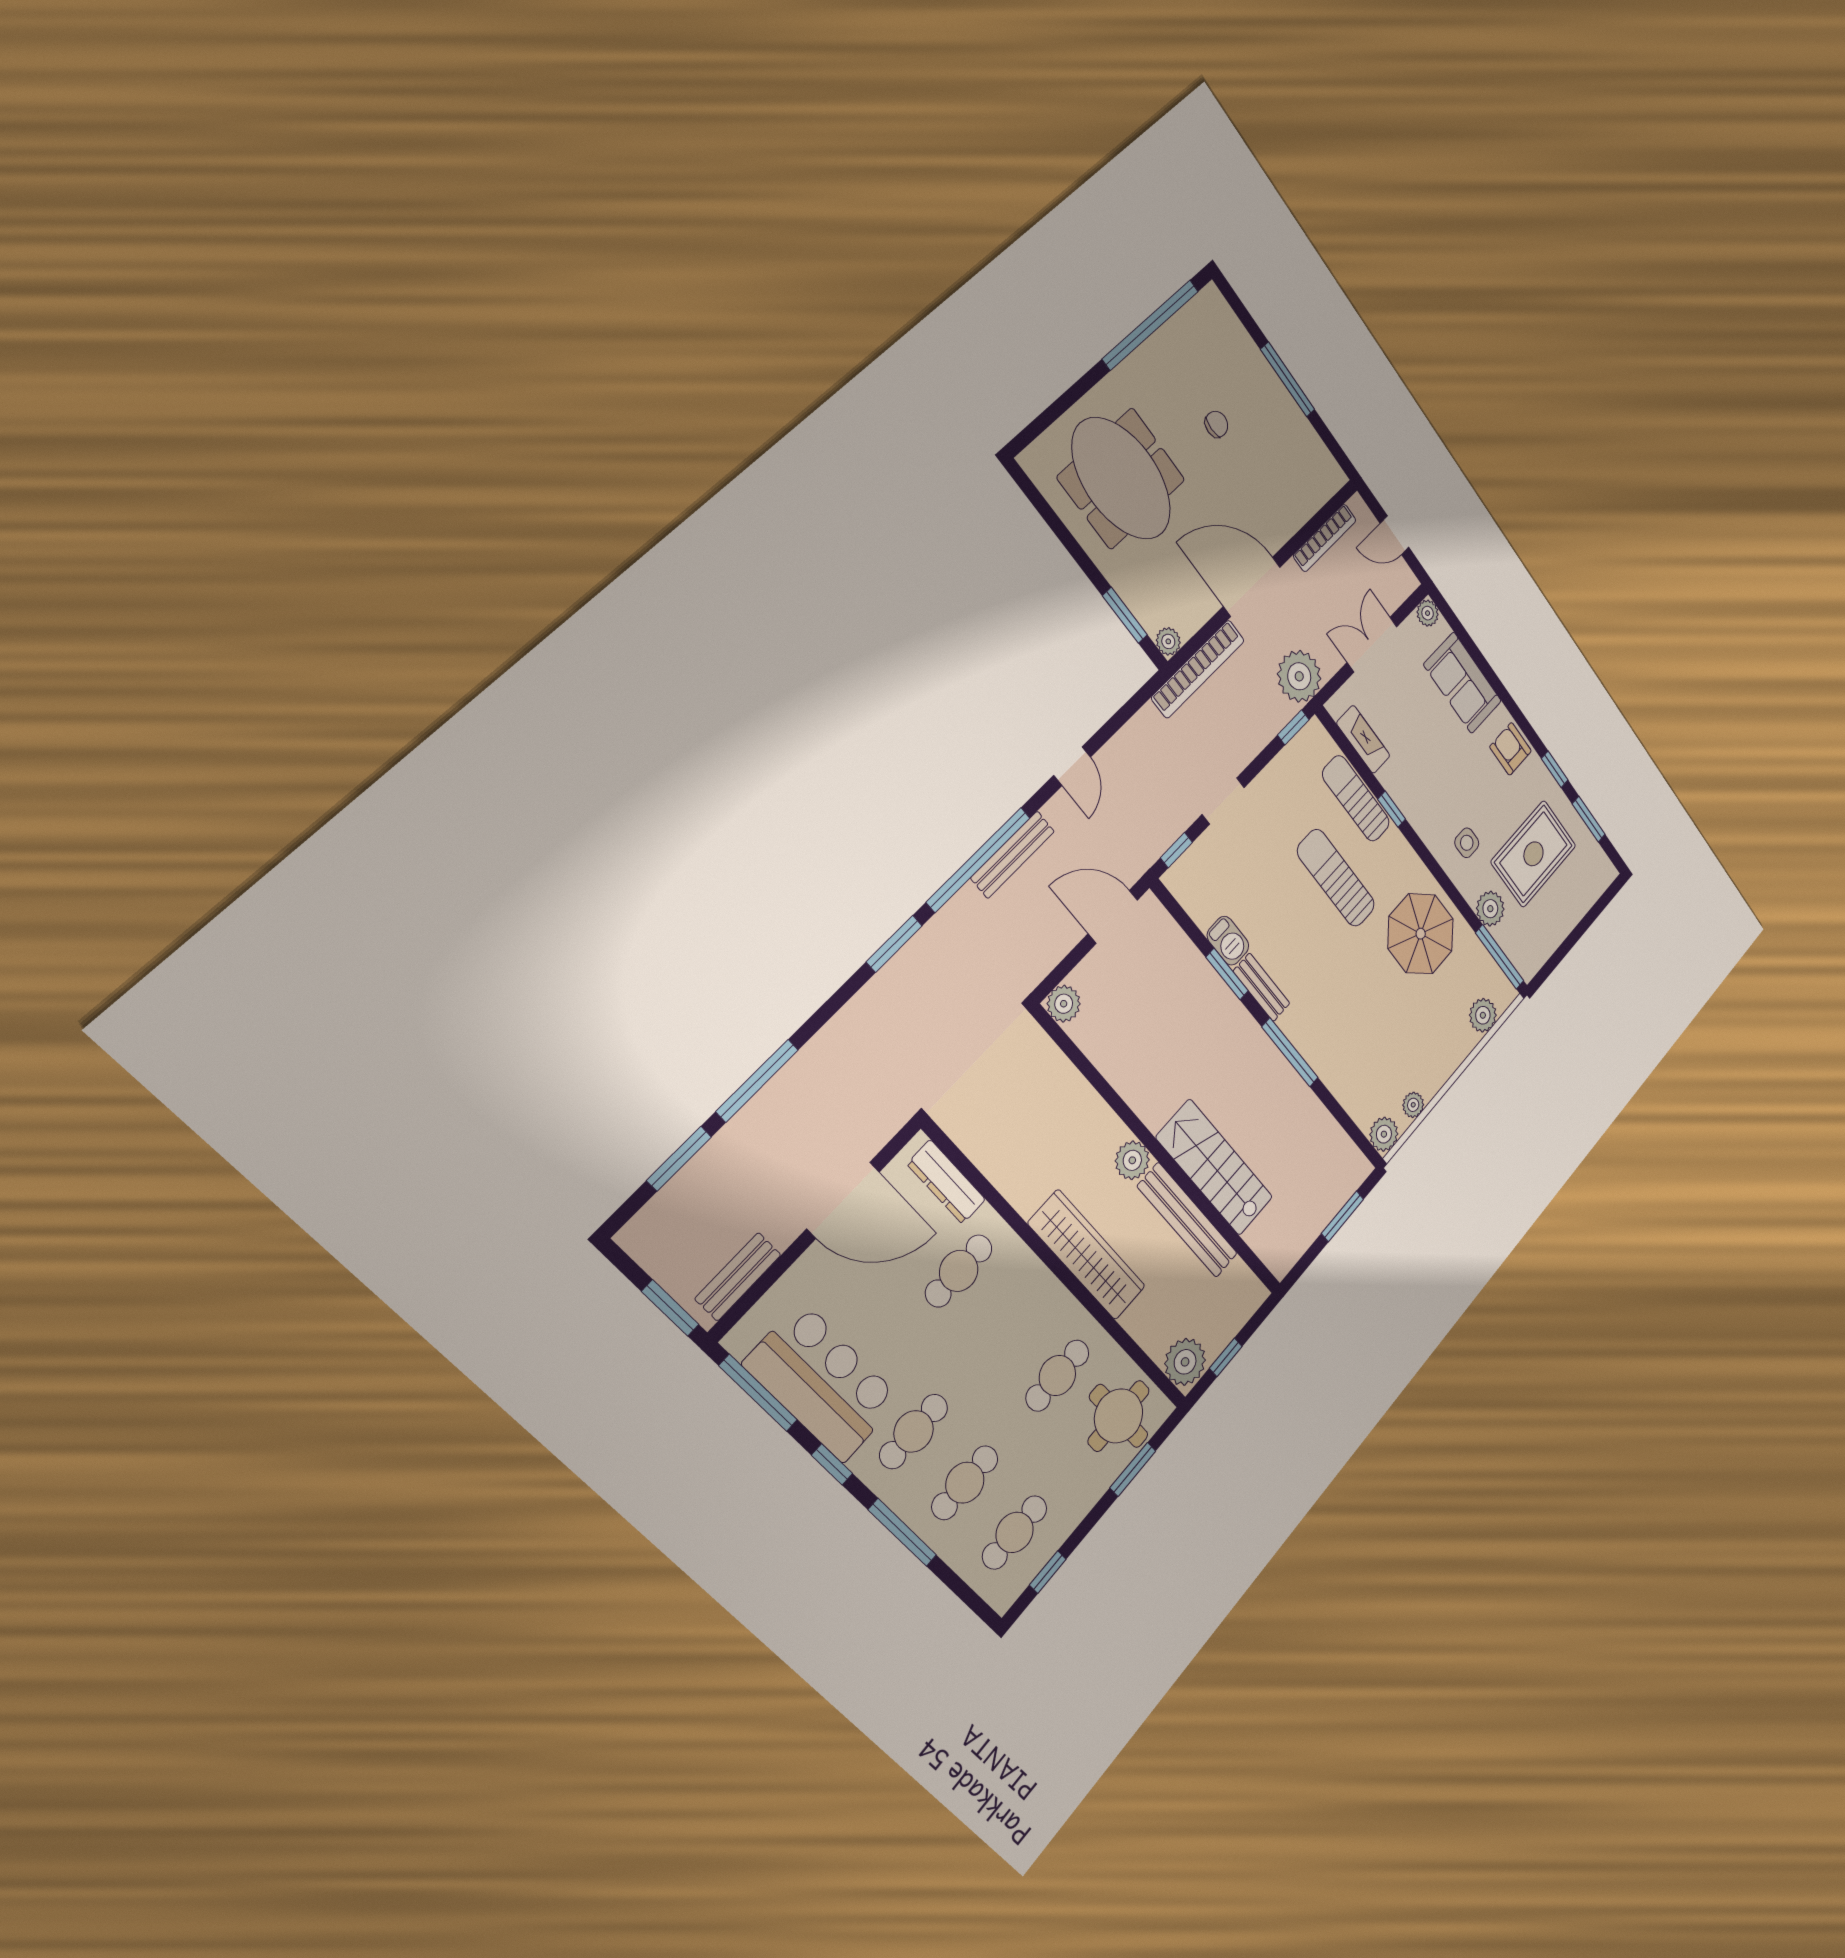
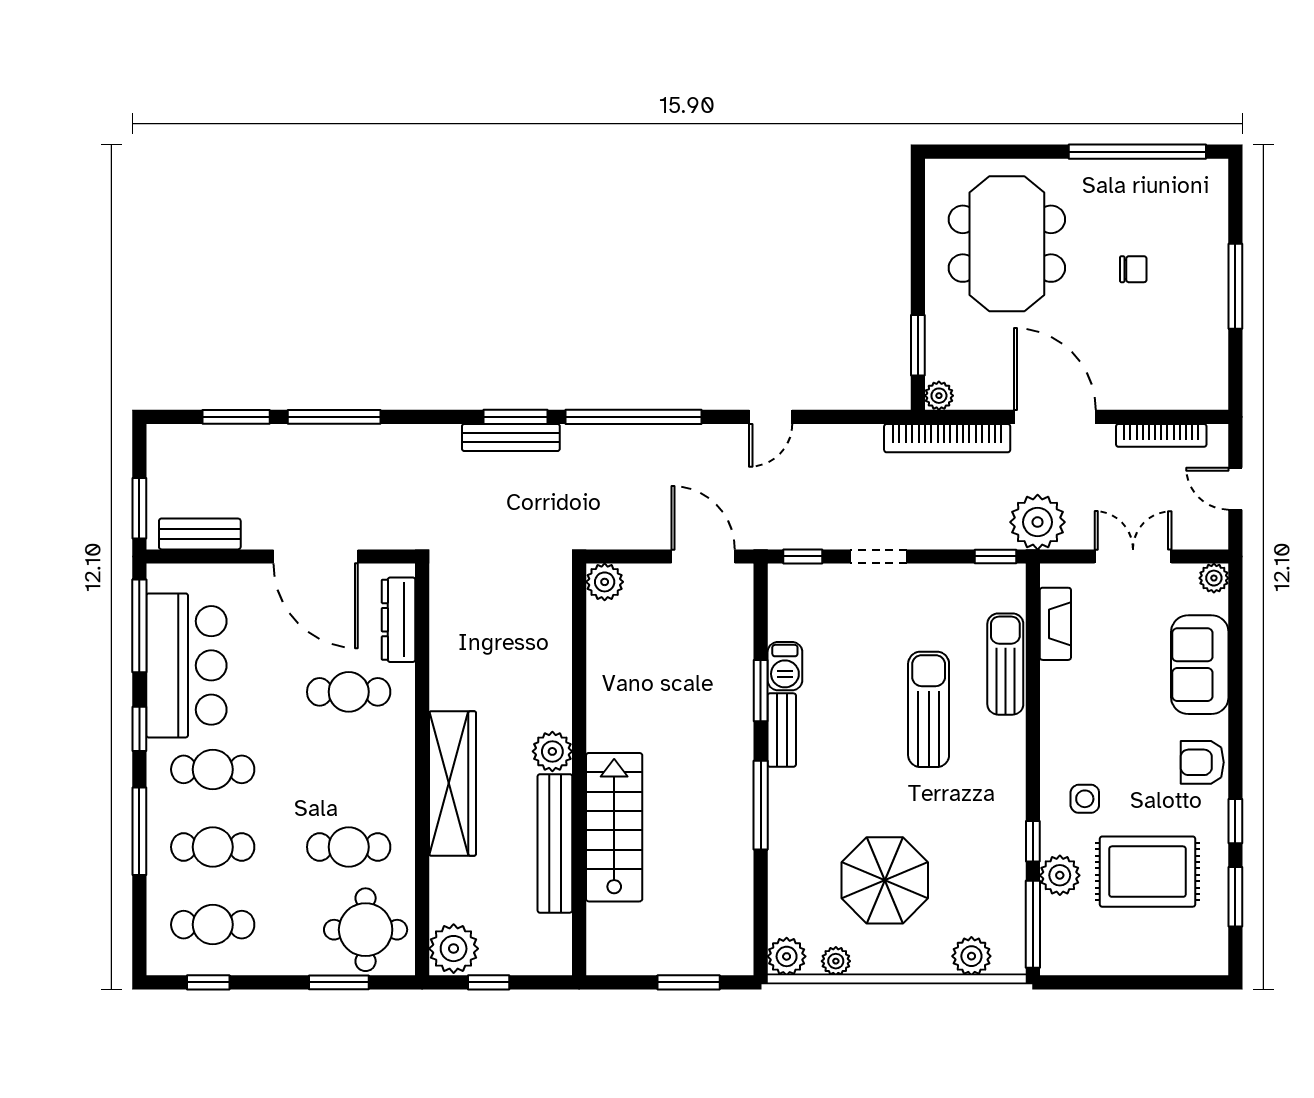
armchair: (1511, 749) -> (1202, 762), turned -90
window: (1392, 809) -> (1033, 841), moved
bench: (1013, 855) -> (511, 437), moved
parasol: (1421, 934) -> (885, 880), moved

